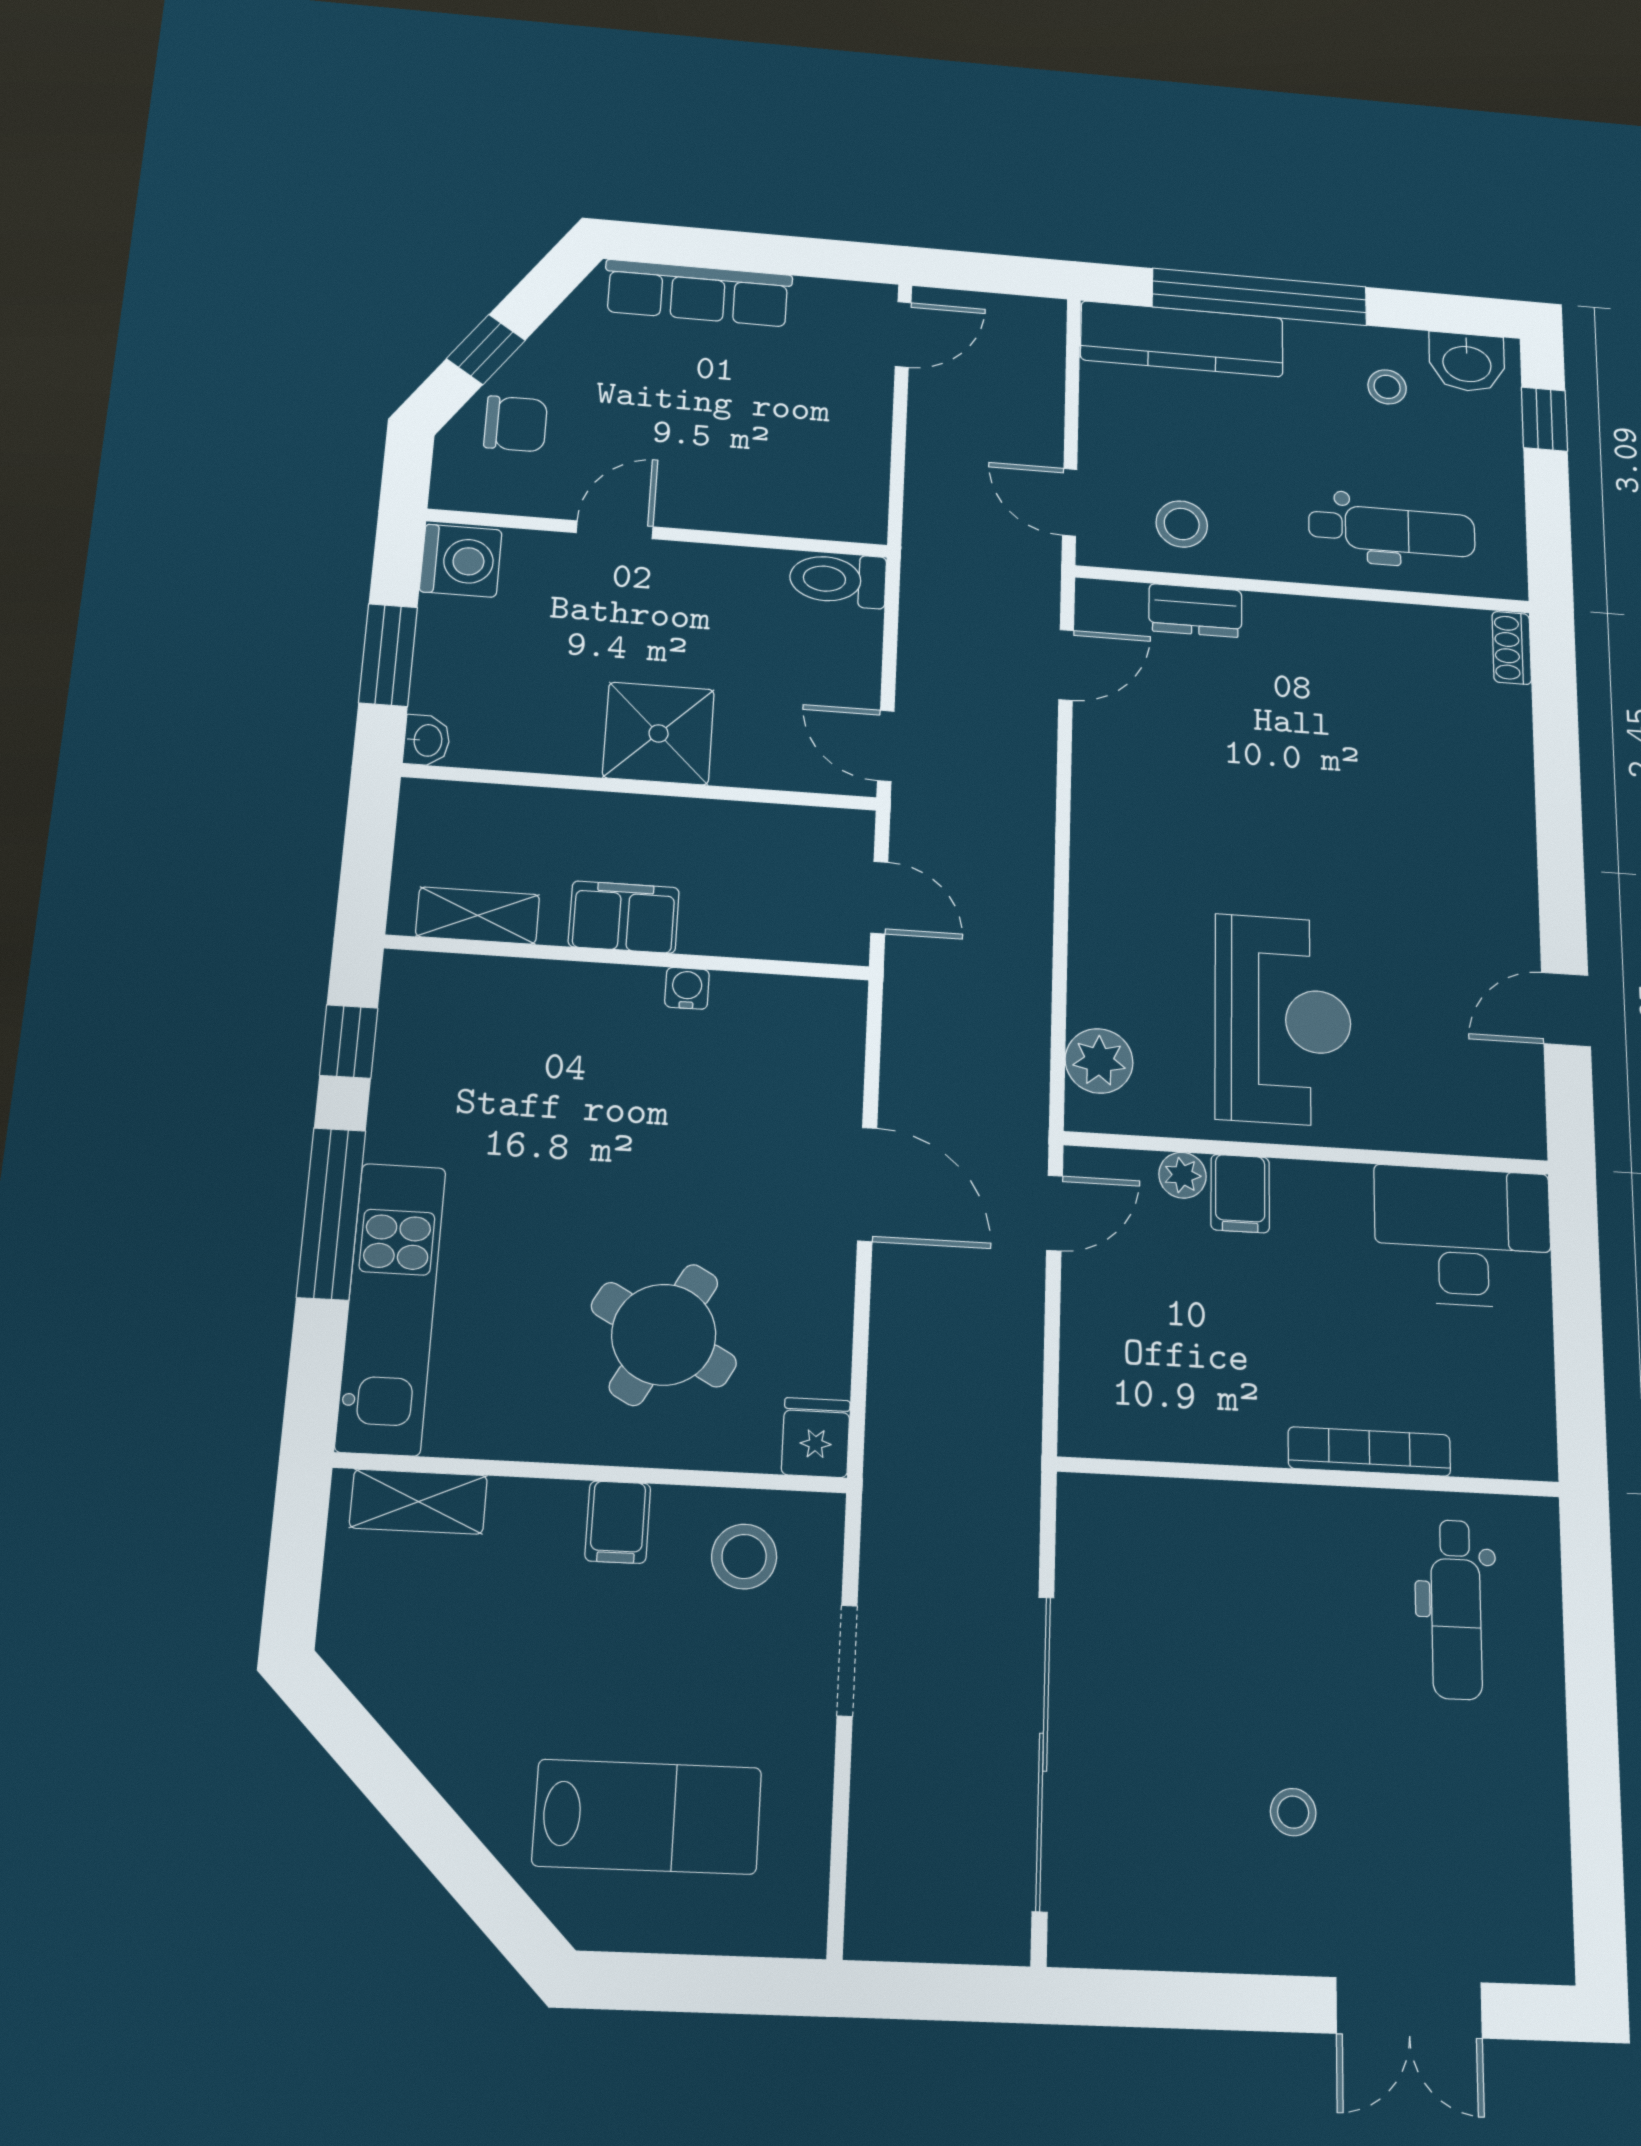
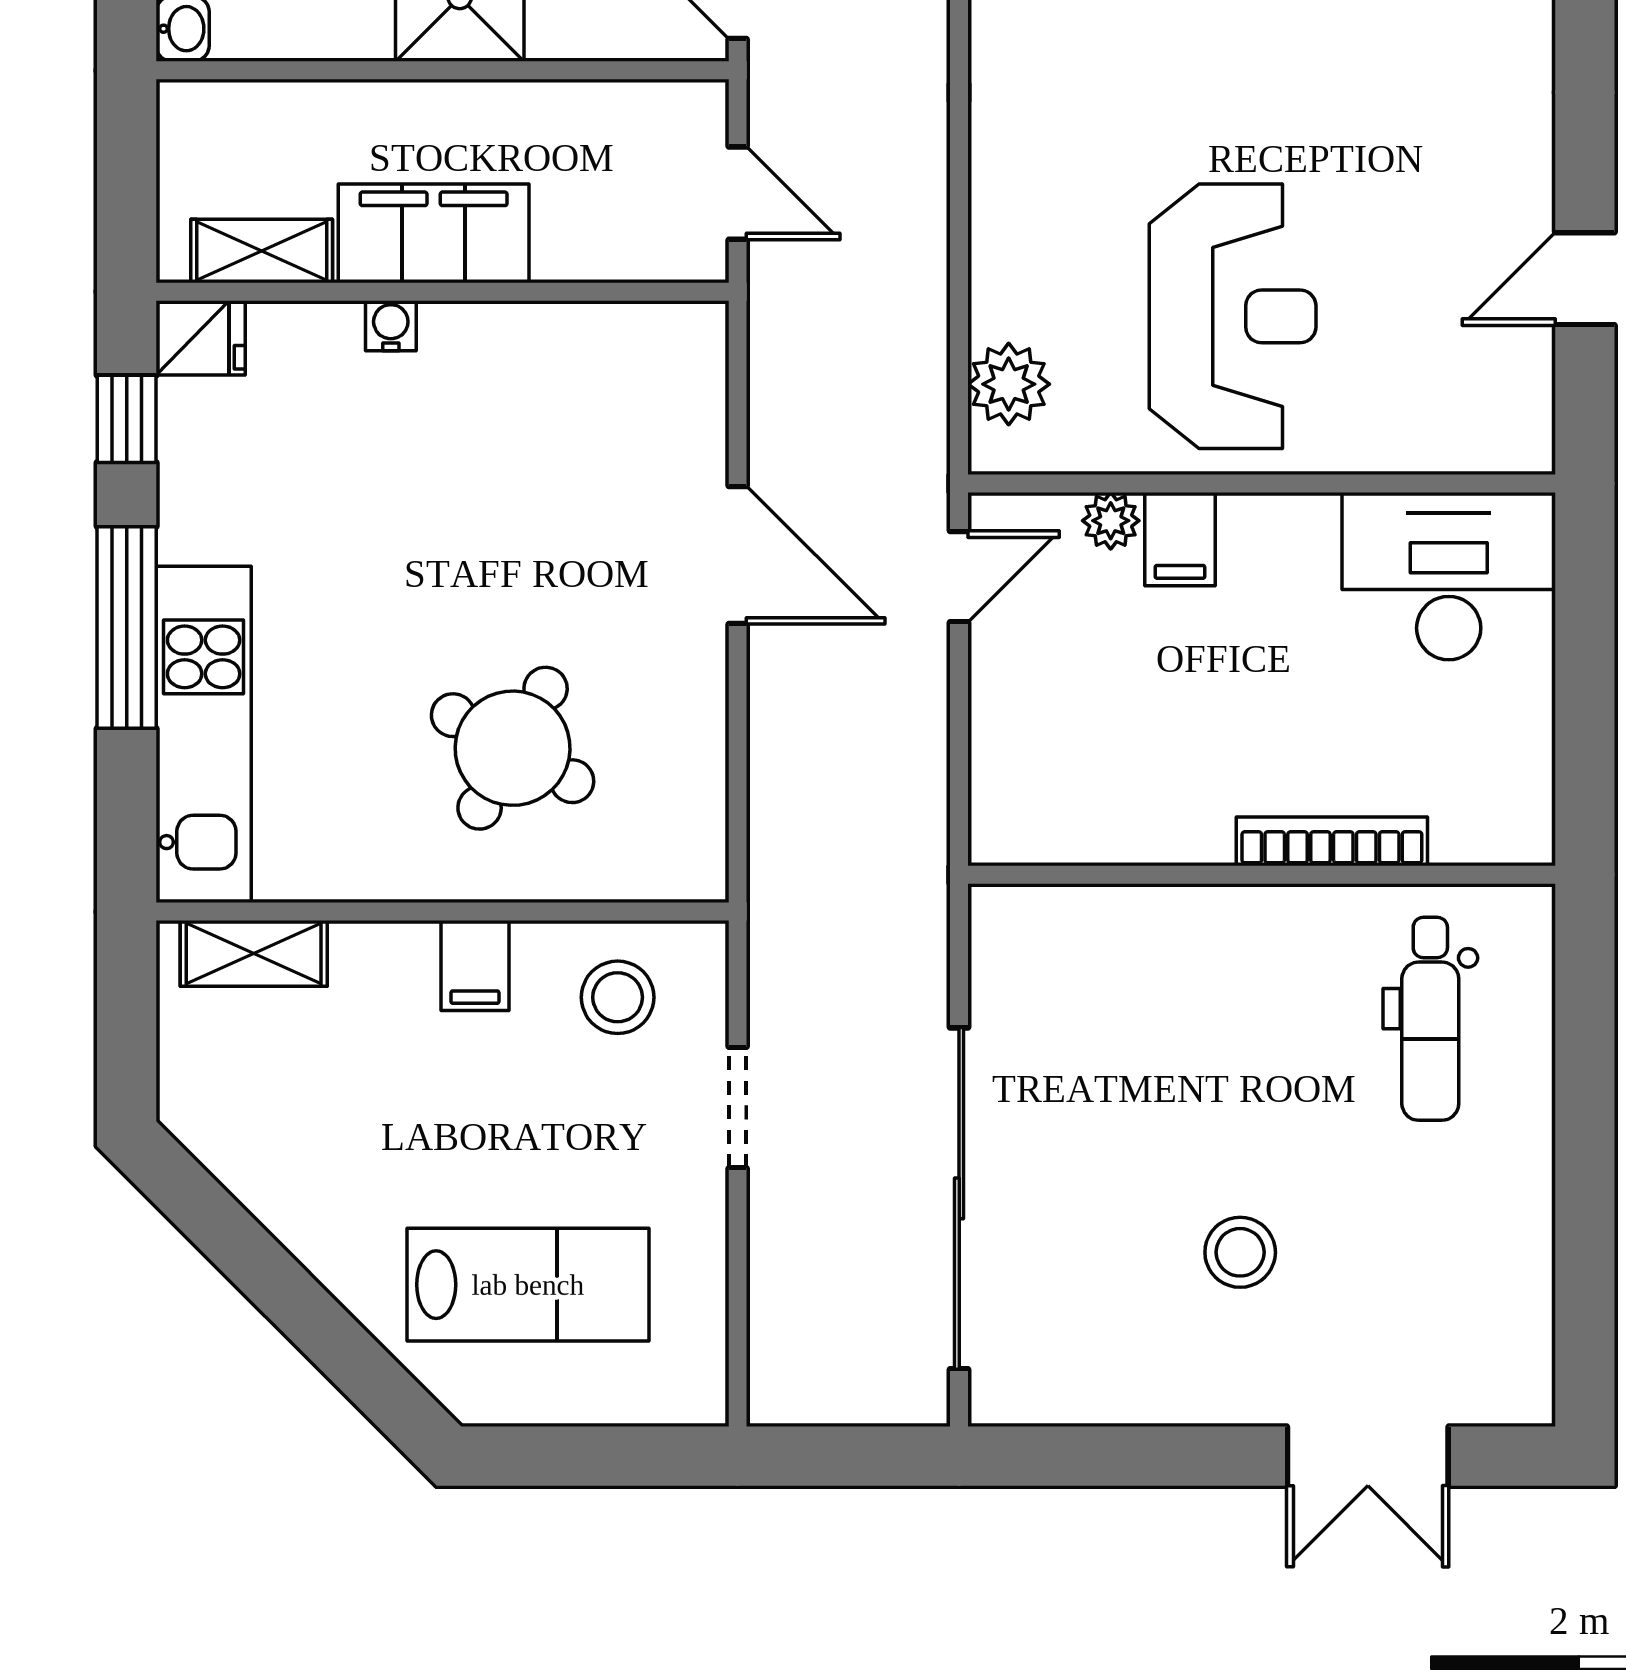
filing cabinet: (624, 917) -> (434, 233), width x1.50, depth x1.17
water cooler: (687, 988) -> (391, 326), moved
fridge: (816, 1438) -> (201, 338), moved, turned 90
stool: (1293, 1812) -> (1240, 1252), width x1.37, depth x1.37

